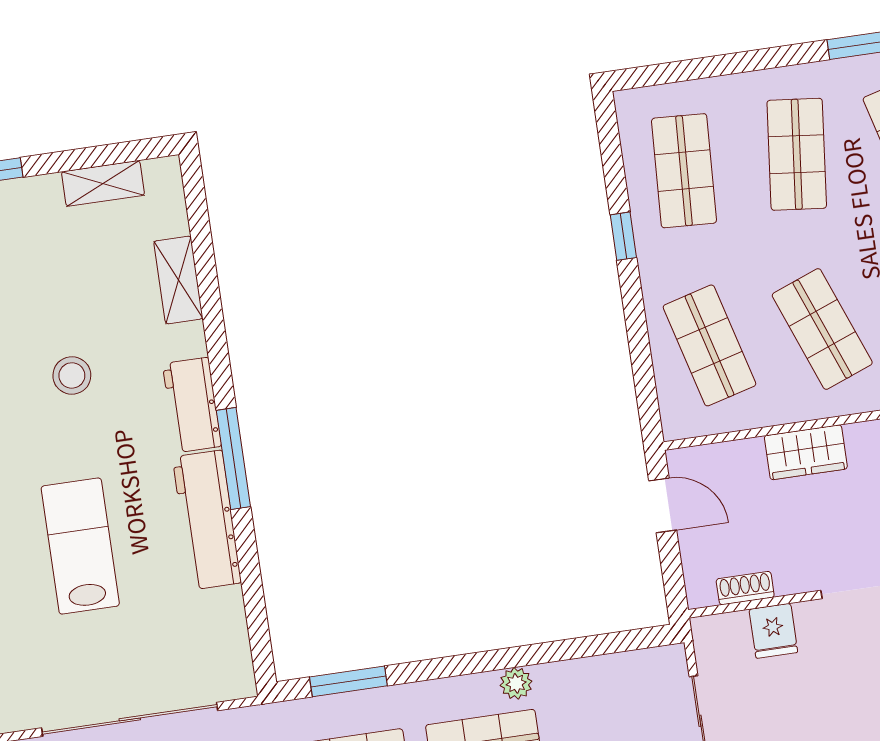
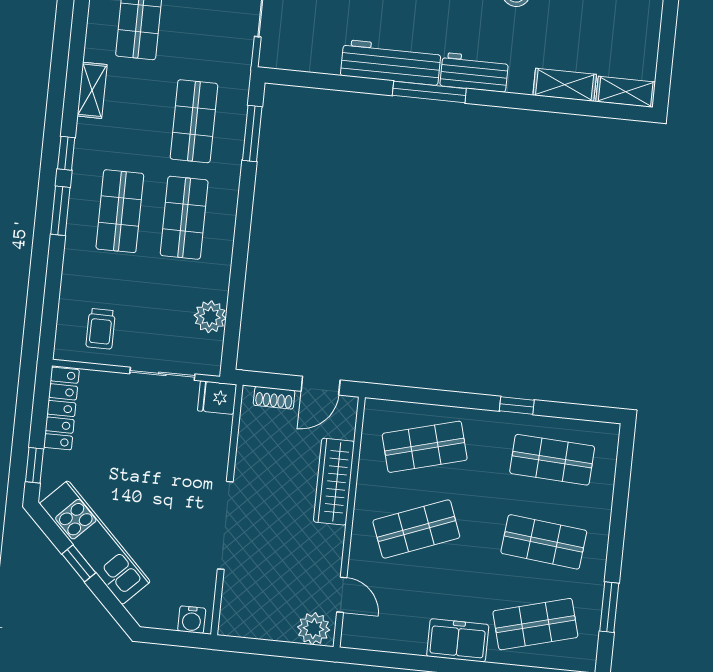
shelving: (103, 183) -> (626, 92), moved, turned 90
wardrobe: (806, 452) -> (334, 482), width x1.50
shoe rack: (745, 588) -> (274, 398), moved, turned 90
fridge: (773, 631) -> (217, 398), moved
plant: (516, 683) -> (210, 317), moved, width x1.38, depth x1.38

